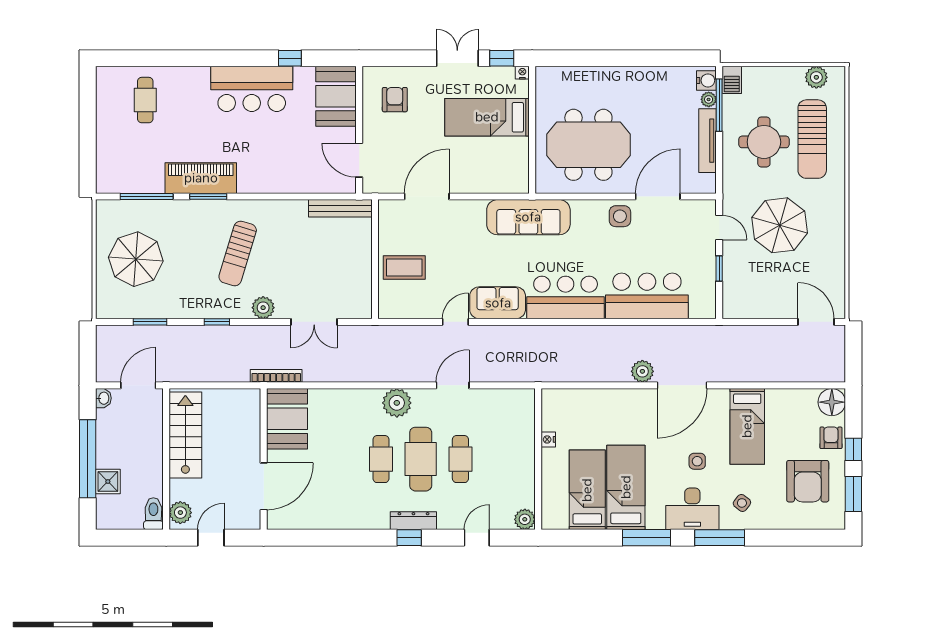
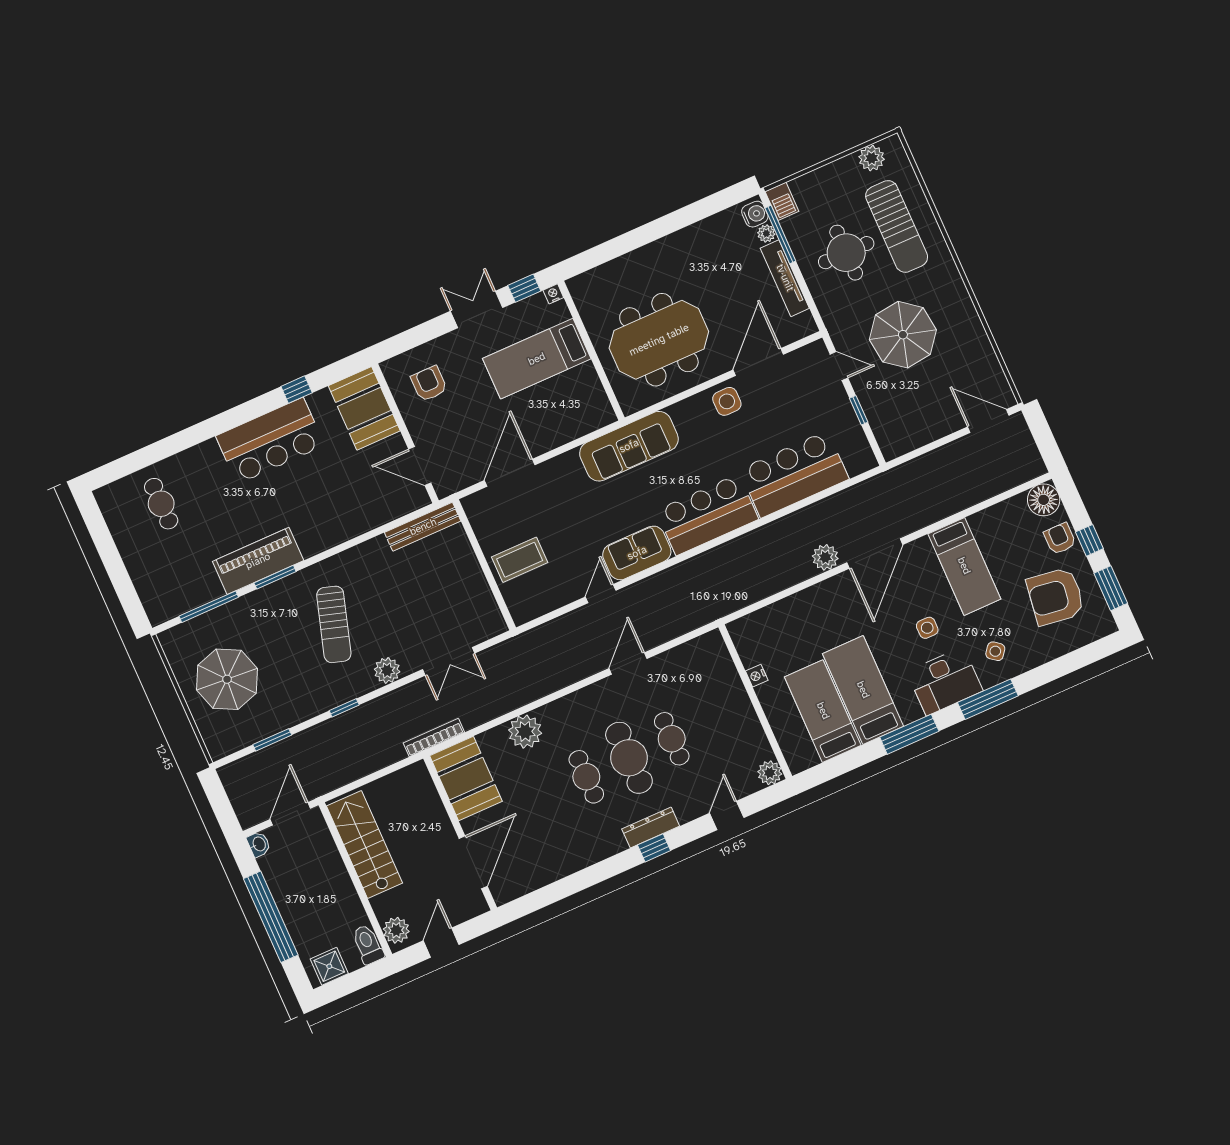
plant: (397, 403) -> (525, 732), moved
armchair: (808, 481) -> (1056, 596), turned 98
shower: (108, 482) -> (329, 966), moved

